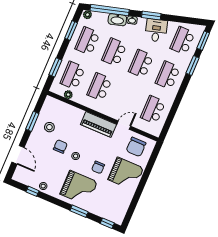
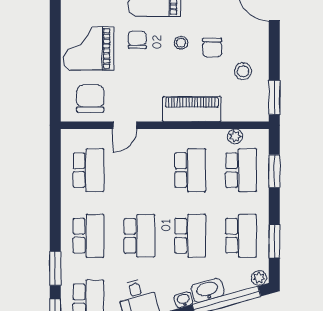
window: (32, 121) -> (274, 97), moved
piano: (98, 124) -> (192, 109), moved

